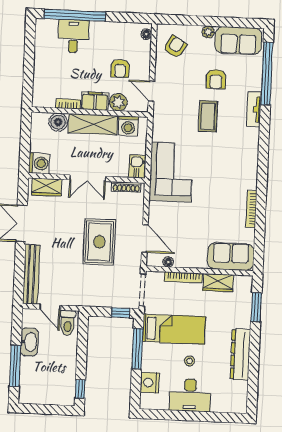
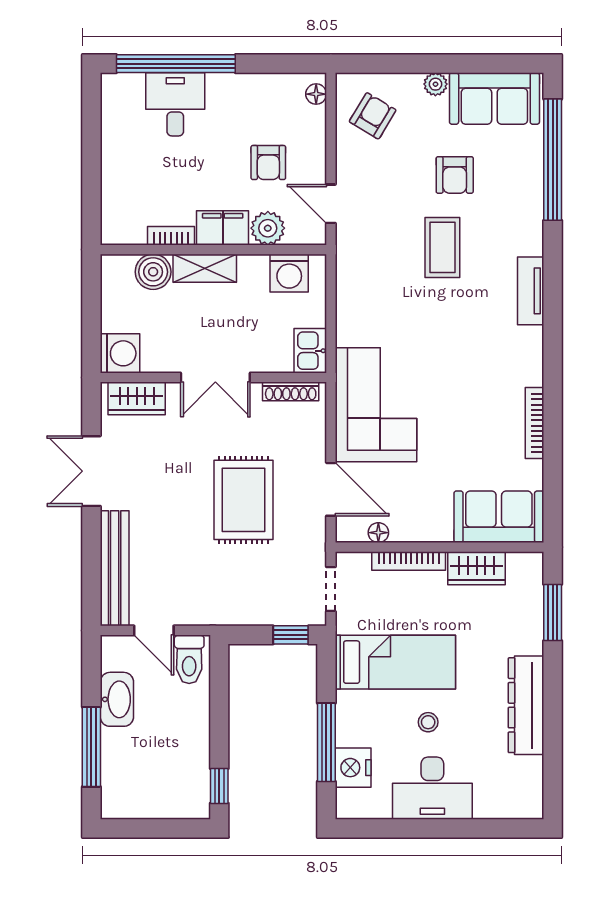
tv unit: (254, 109) -> (531, 291), moved
shelving: (93, 124) -> (205, 268), width x0.67, depth x0.75
corner sofa: (171, 172) -> (376, 405), moved
doorway: (142, 290) -> (331, 589), width x0.73
window: (137, 349) -> (326, 742), moved

